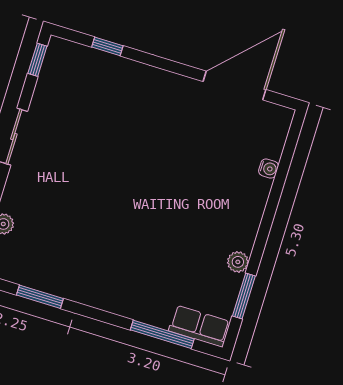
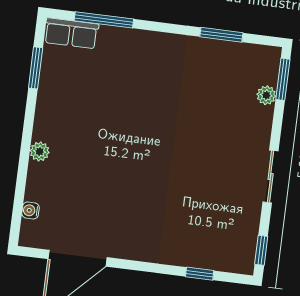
water cooler: (268, 169) -> (30, 210), moved
plant: (238, 262) -> (40, 152), moved

